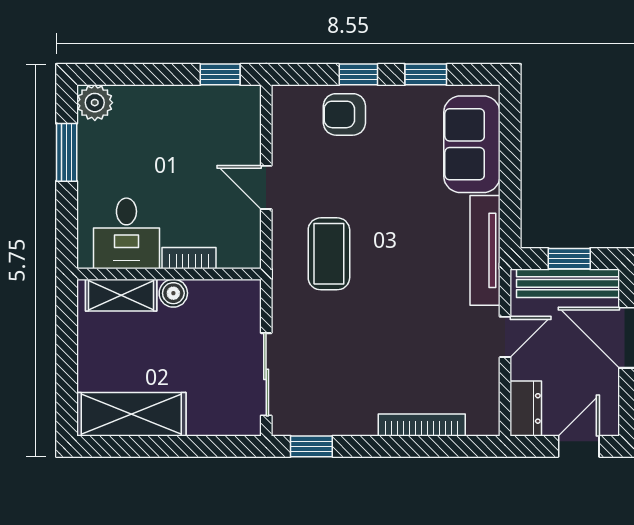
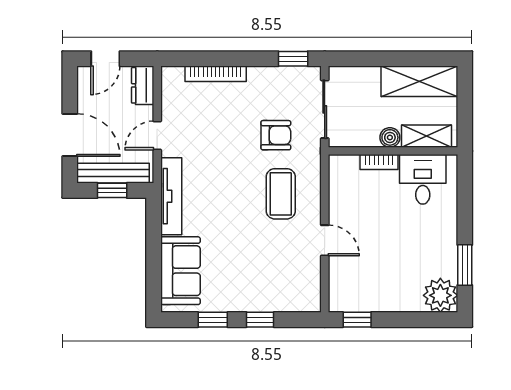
plant: (95, 103) -> (440, 295), width x1.36, depth x1.36
armchair: (344, 114) -> (276, 135), moved
desk: (126, 233) -> (423, 179), moved
bookcase: (189, 258) -> (379, 162), moved
wall: (169, 274) -> (393, 151), moved
boiler: (173, 293) -> (390, 137), moved
shelving: (121, 295) -> (427, 136), moved

